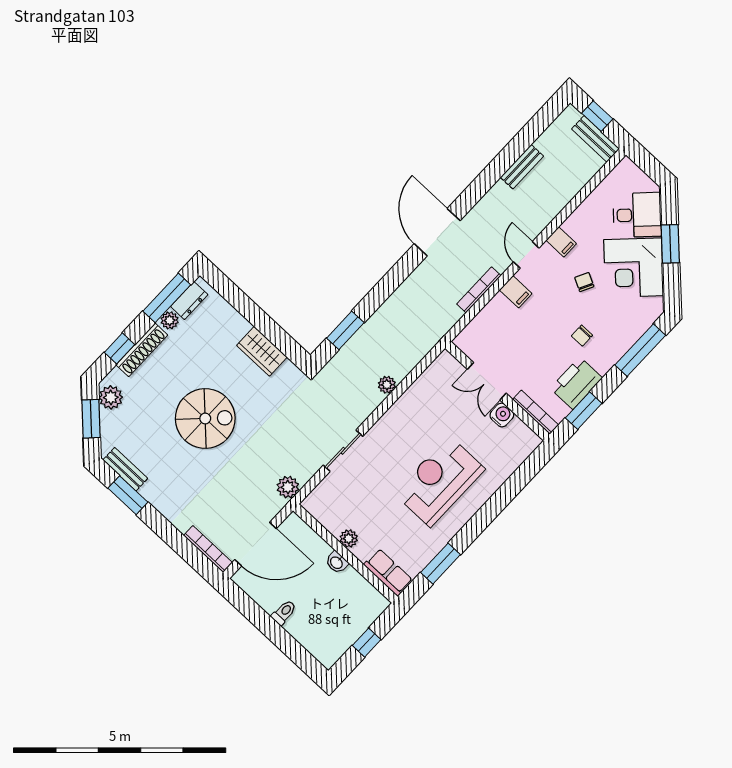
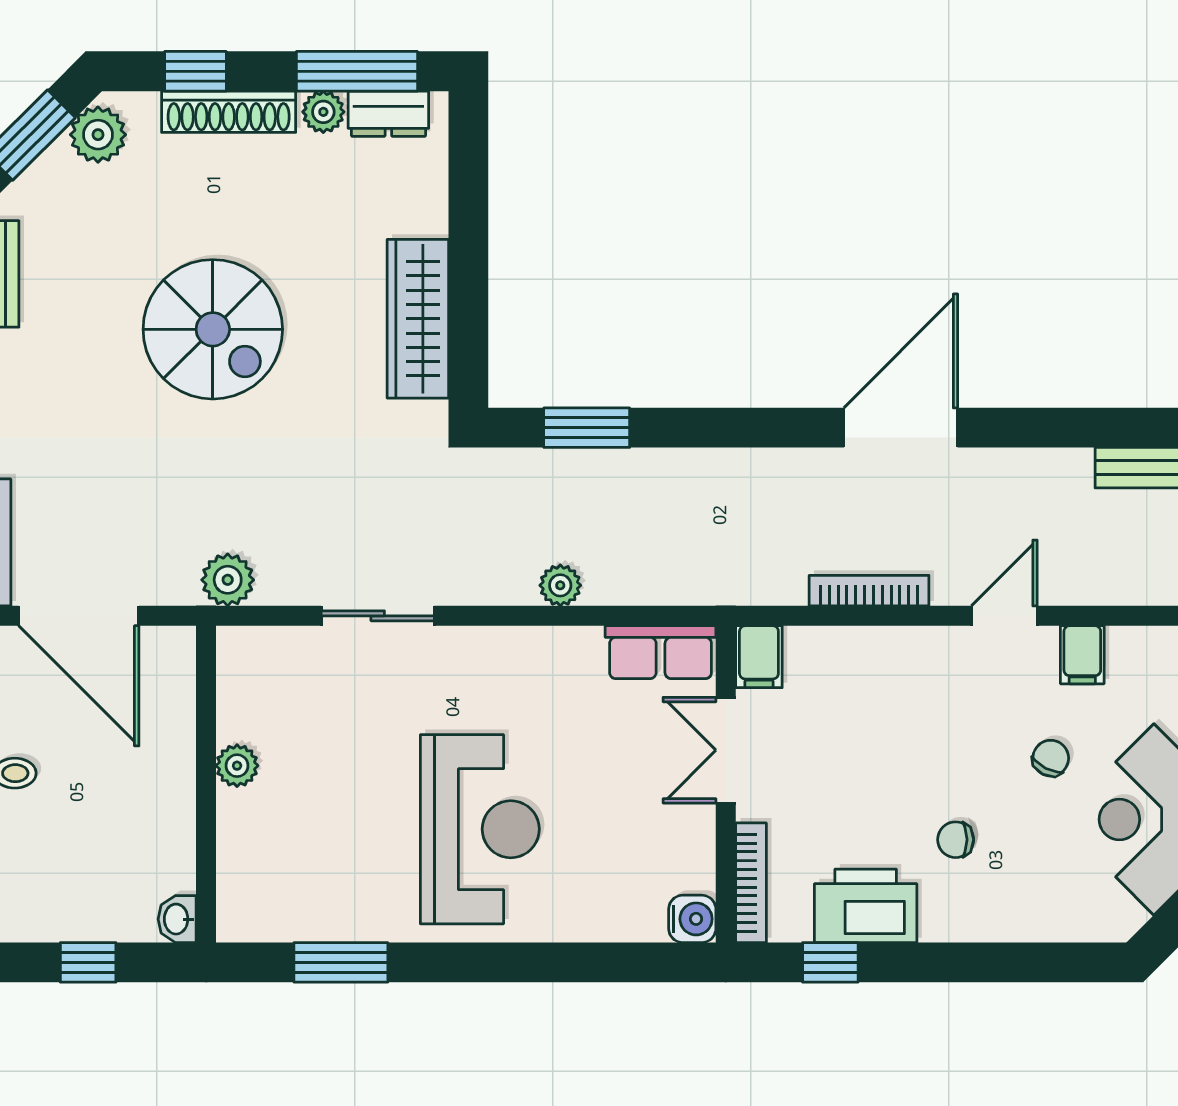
filing cabinet: (516, 292) -> (759, 657), moved
window: (640, 350) -> (1024, 962), removed
wardrobe: (262, 351) -> (418, 319), width x1.50
window: (584, 411) -> (830, 962), width x0.67
water cooler: (502, 415) -> (692, 919), moved
reception desk: (440, 481) -> (480, 829), turned 90
washbasin: (337, 562) -> (177, 919), moved
row of seats: (388, 572) -> (661, 652), moved, turned 90

